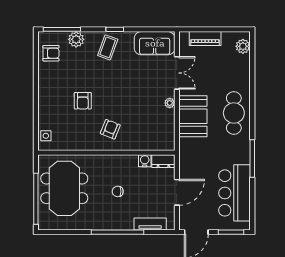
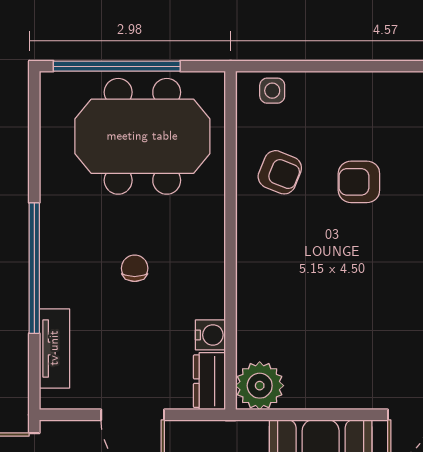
plant: (170, 103) -> (260, 386), moved, width x1.88, depth x1.88
armchair: (110, 129) -> (280, 172), moved

